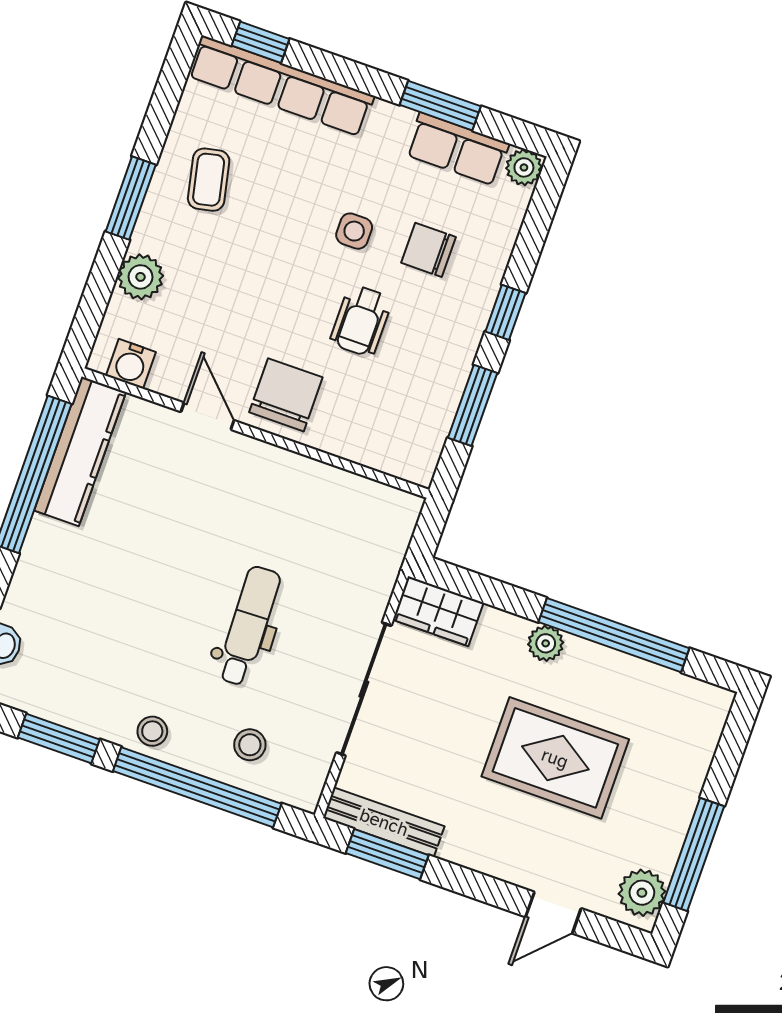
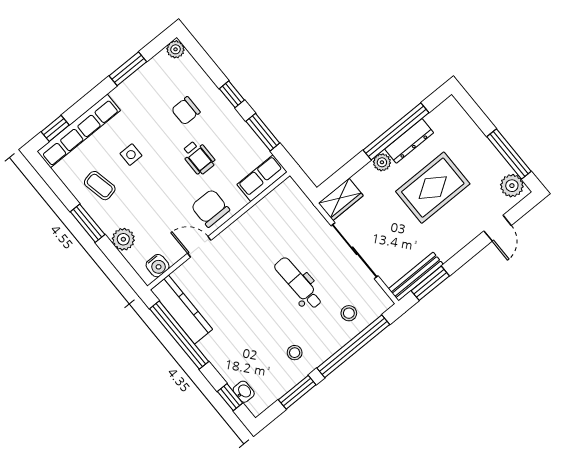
row of seats: (457, 149) -> (262, 178), moved, turned 180
side table: (354, 231) -> (131, 155), moved
dresser: (611, 668) -> (409, 141), added
stool: (152, 731) -> (295, 353), moved

